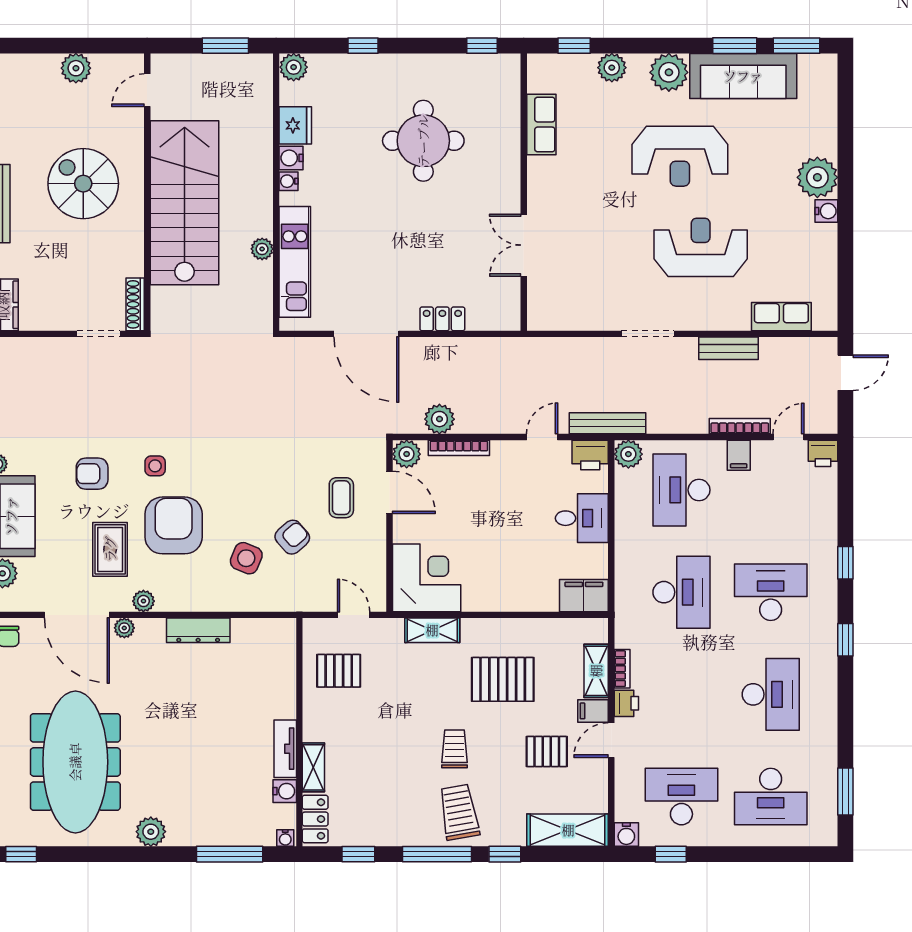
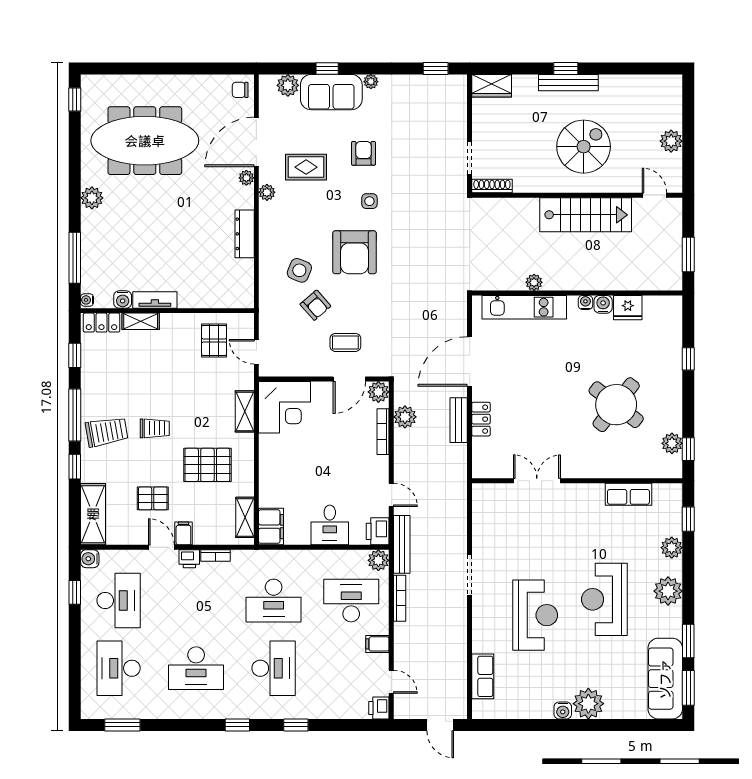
plant: (294, 67) -> (672, 443), moved
sofa: (743, 76) -> (665, 679), moved
round table: (423, 141) -> (616, 405), turned 38
stairs: (185, 203) -> (586, 215), width x0.73, depth x0.66
bench: (729, 348) -> (459, 420), moved
bookcase: (740, 426) -> (400, 598), moved
armchair: (174, 525) -> (355, 252), moved, turned 90
door: (354, 615) -> (256, 352), swing flipped
shelving: (596, 671) -> (245, 517), moved, turned 90
pallet: (503, 679) -> (207, 465), turned 90
pallet: (547, 751) -> (153, 498), turned 90

